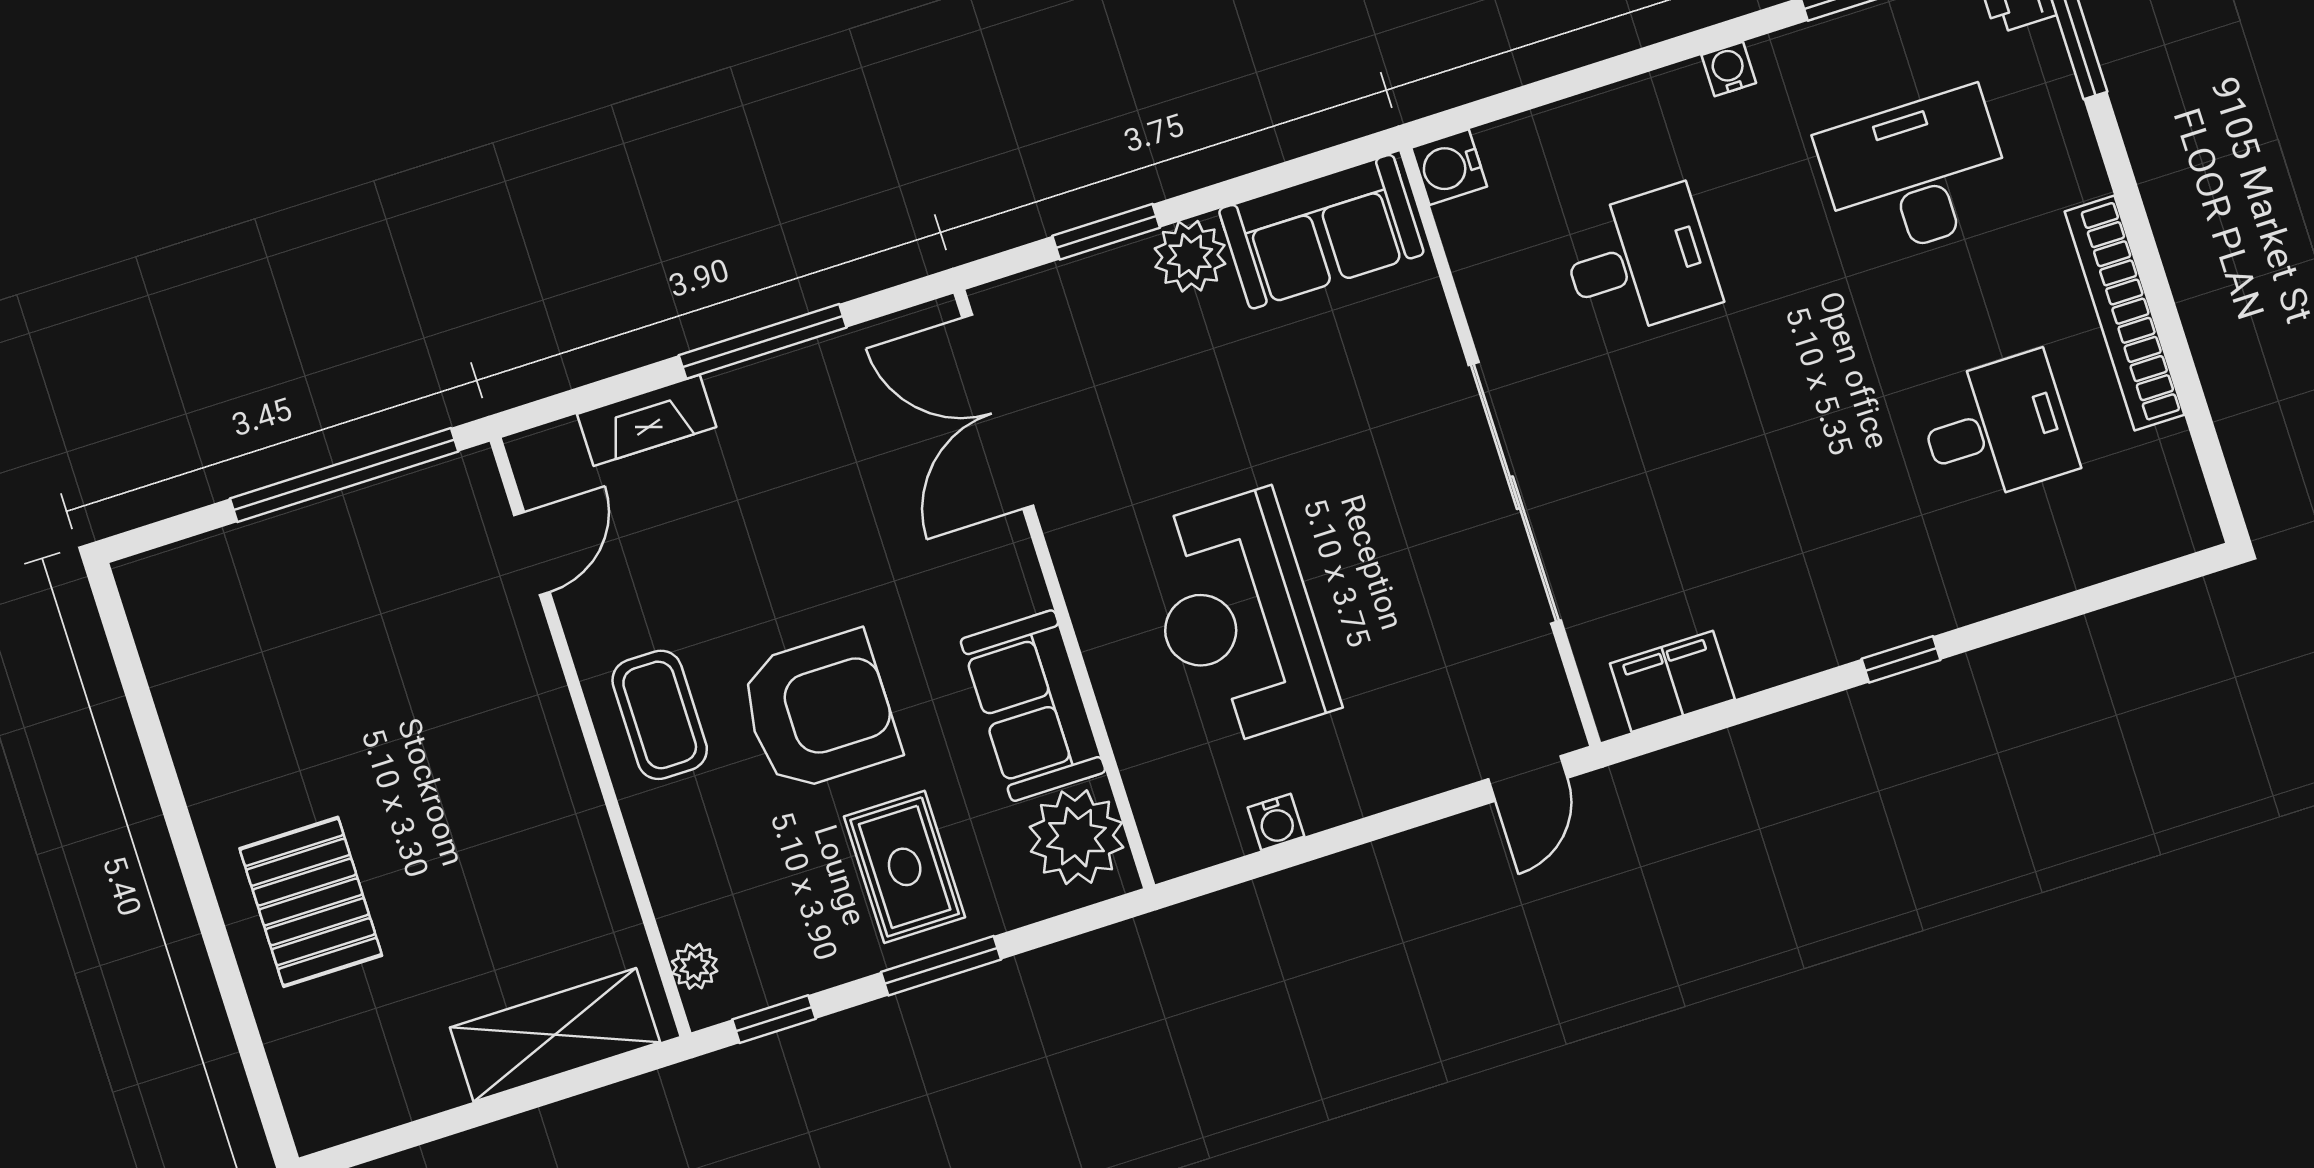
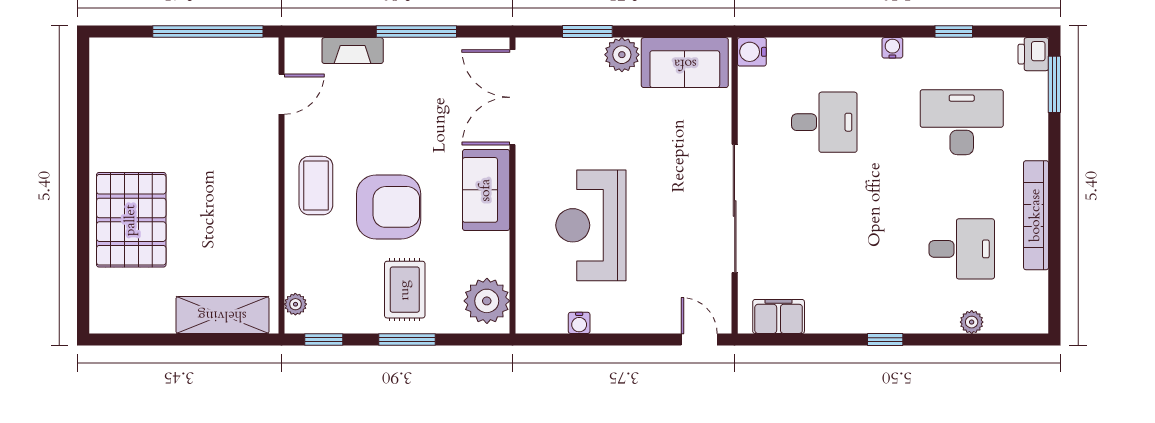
plant: (2063, 569) -> (972, 322), added
sofa: (1033, 706) -> (486, 190), moved
door: (1528, 779) -> (699, 340), swing flipped
pallet: (311, 902) -> (131, 220), width x1.37, depth x1.41

